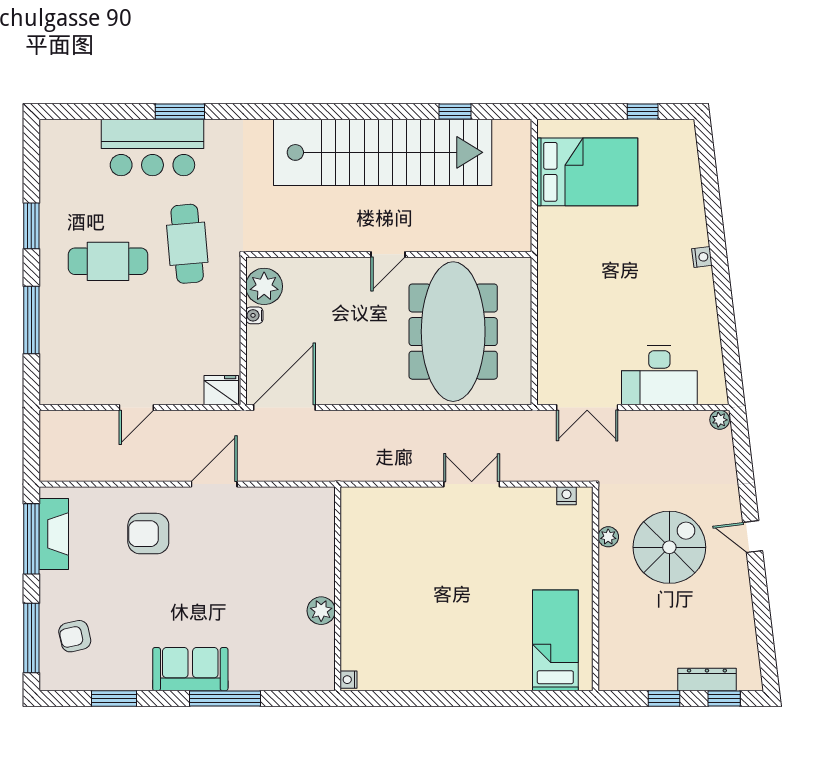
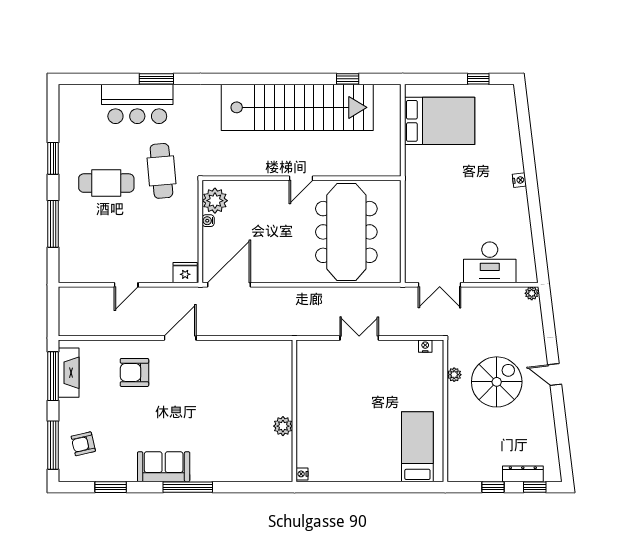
wall: (338, 589) -> (294, 411), moved
plant: (321, 611) -> (283, 426), moved
nightstand: (349, 680) -> (302, 474), moved

